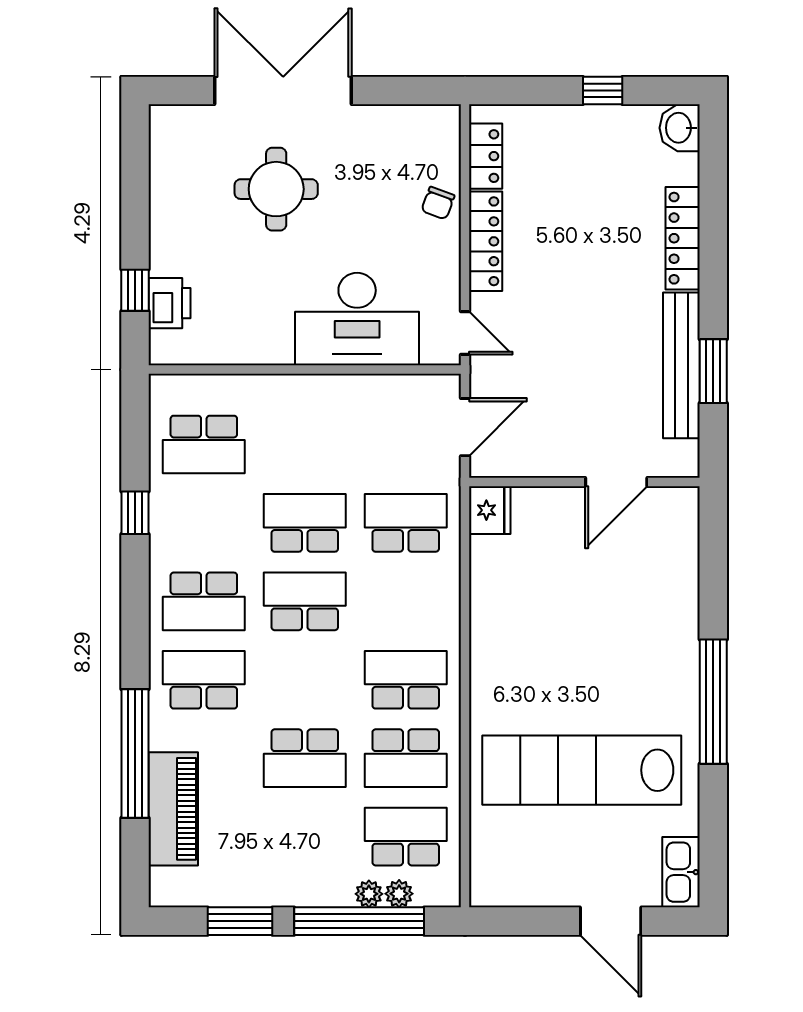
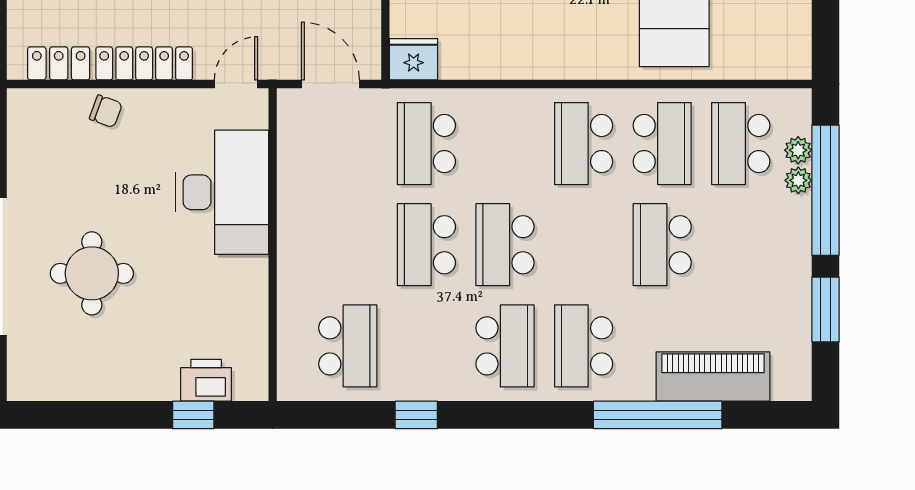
school desk: (305, 758) -> (662, 245), turned 180

